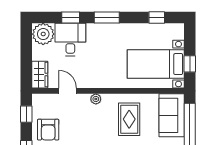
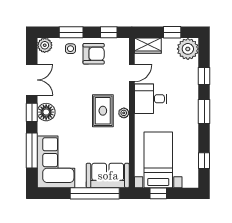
desk: (70, 40) -> (151, 99), moved, turned 180
window: (26, 50) -> (172, 32), added
plant: (96, 99) -> (124, 113), moved
rug: (129, 119) -> (103, 111), moved, turned 90
armchair: (48, 130) -> (94, 54), turned 180

